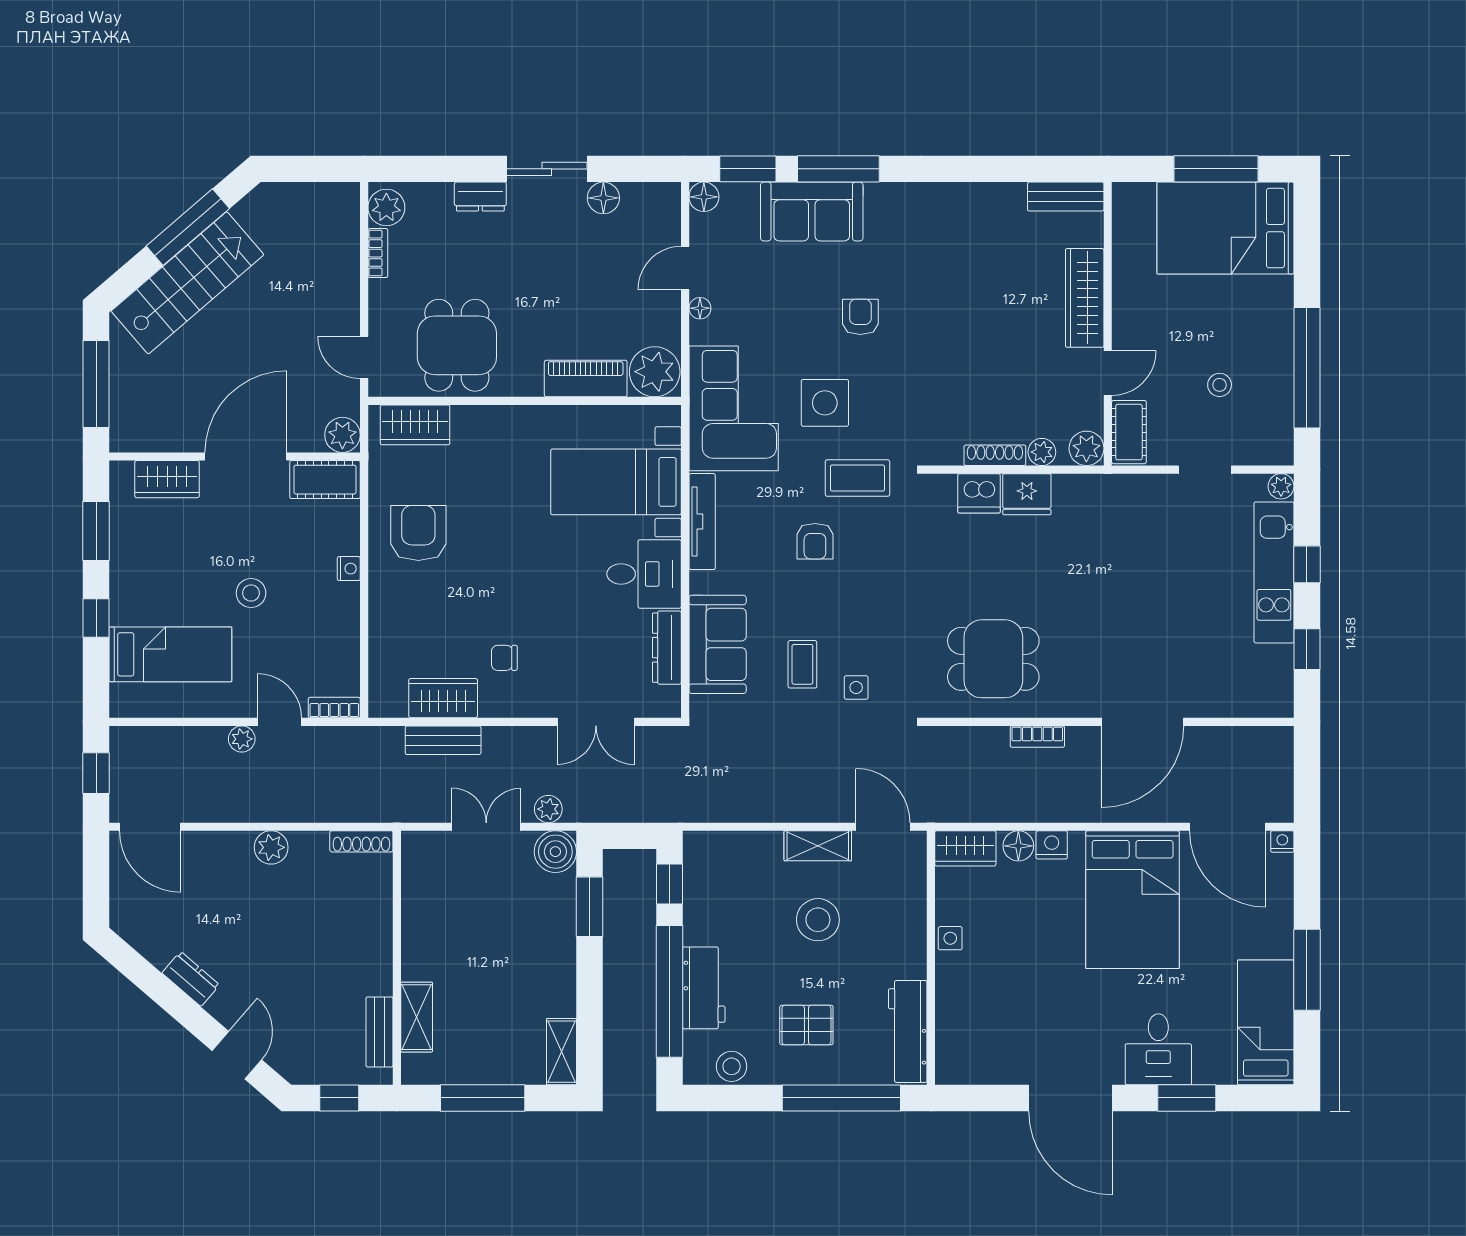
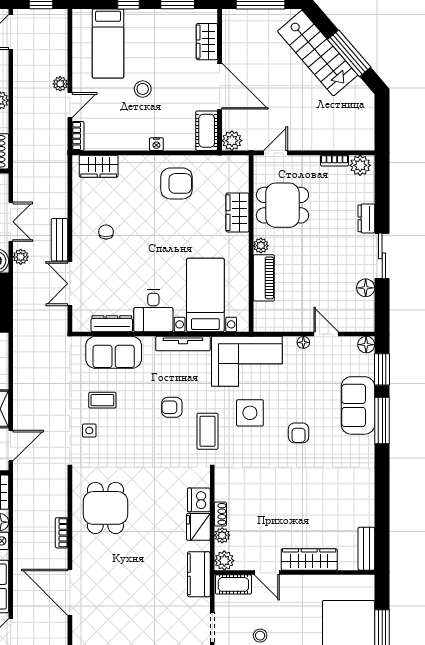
armchair: (860, 317) -> (299, 433), turned 90
plant: (655, 372) -> (261, 246), moved, width x0.53, depth x0.53
wardrobe: (415, 425) -> (238, 213), moved
shoe rack: (995, 455) -> (220, 514), width x0.70
kitchen counter: (1111, 493) -> (199, 574), added
wardrobe: (443, 698) -> (99, 166), moved, turned 90
bench: (443, 740) -> (60, 240), moved

